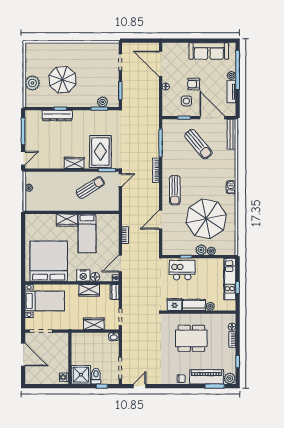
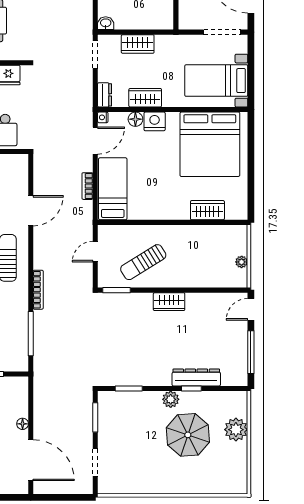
plant: (103, 102) -> (171, 399), moved
rug: (100, 151) -> (127, 320), removed
door: (120, 180) -> (95, 252), moved
wardrobe: (67, 220) -> (207, 210), moved
bed: (87, 233) -> (113, 189), moved

